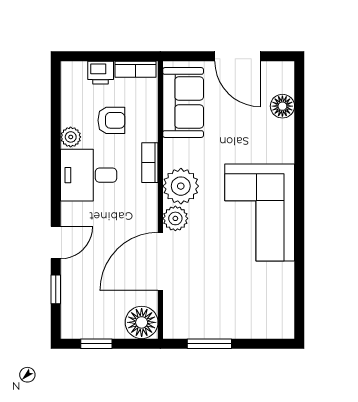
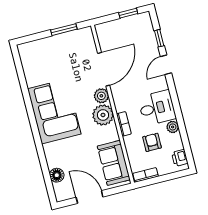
printer: (101, 73) -> (180, 158), moved, turned -90
armchair: (111, 120) -> (152, 142), turned 90
floor lamp: (142, 322) -> (105, 32), removed

